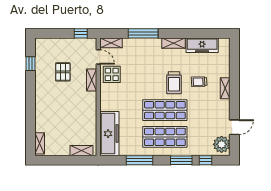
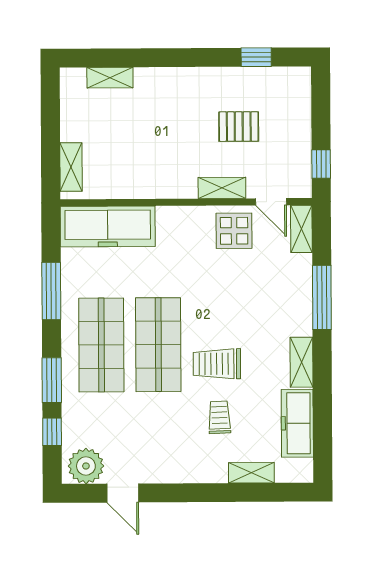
door: (98, 57) -> (271, 202), hinge flipped
shelving: (225, 88) -> (251, 473), moved
shelving: (40, 143) -> (110, 78), moved

